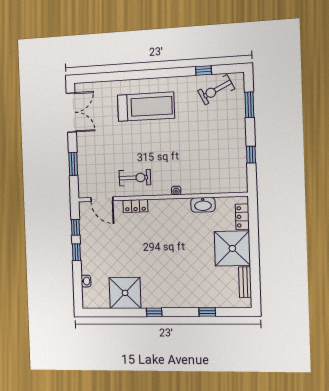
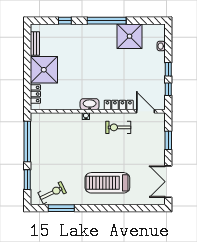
window: (204, 70) -> (61, 208), width x2.17
window: (251, 155) -> (27, 142), width x3.17
washbasin: (203, 205) -> (90, 104), moved
locker: (135, 206) -> (119, 105), width x1.53
window: (154, 312) -> (107, 21), width x3.17

